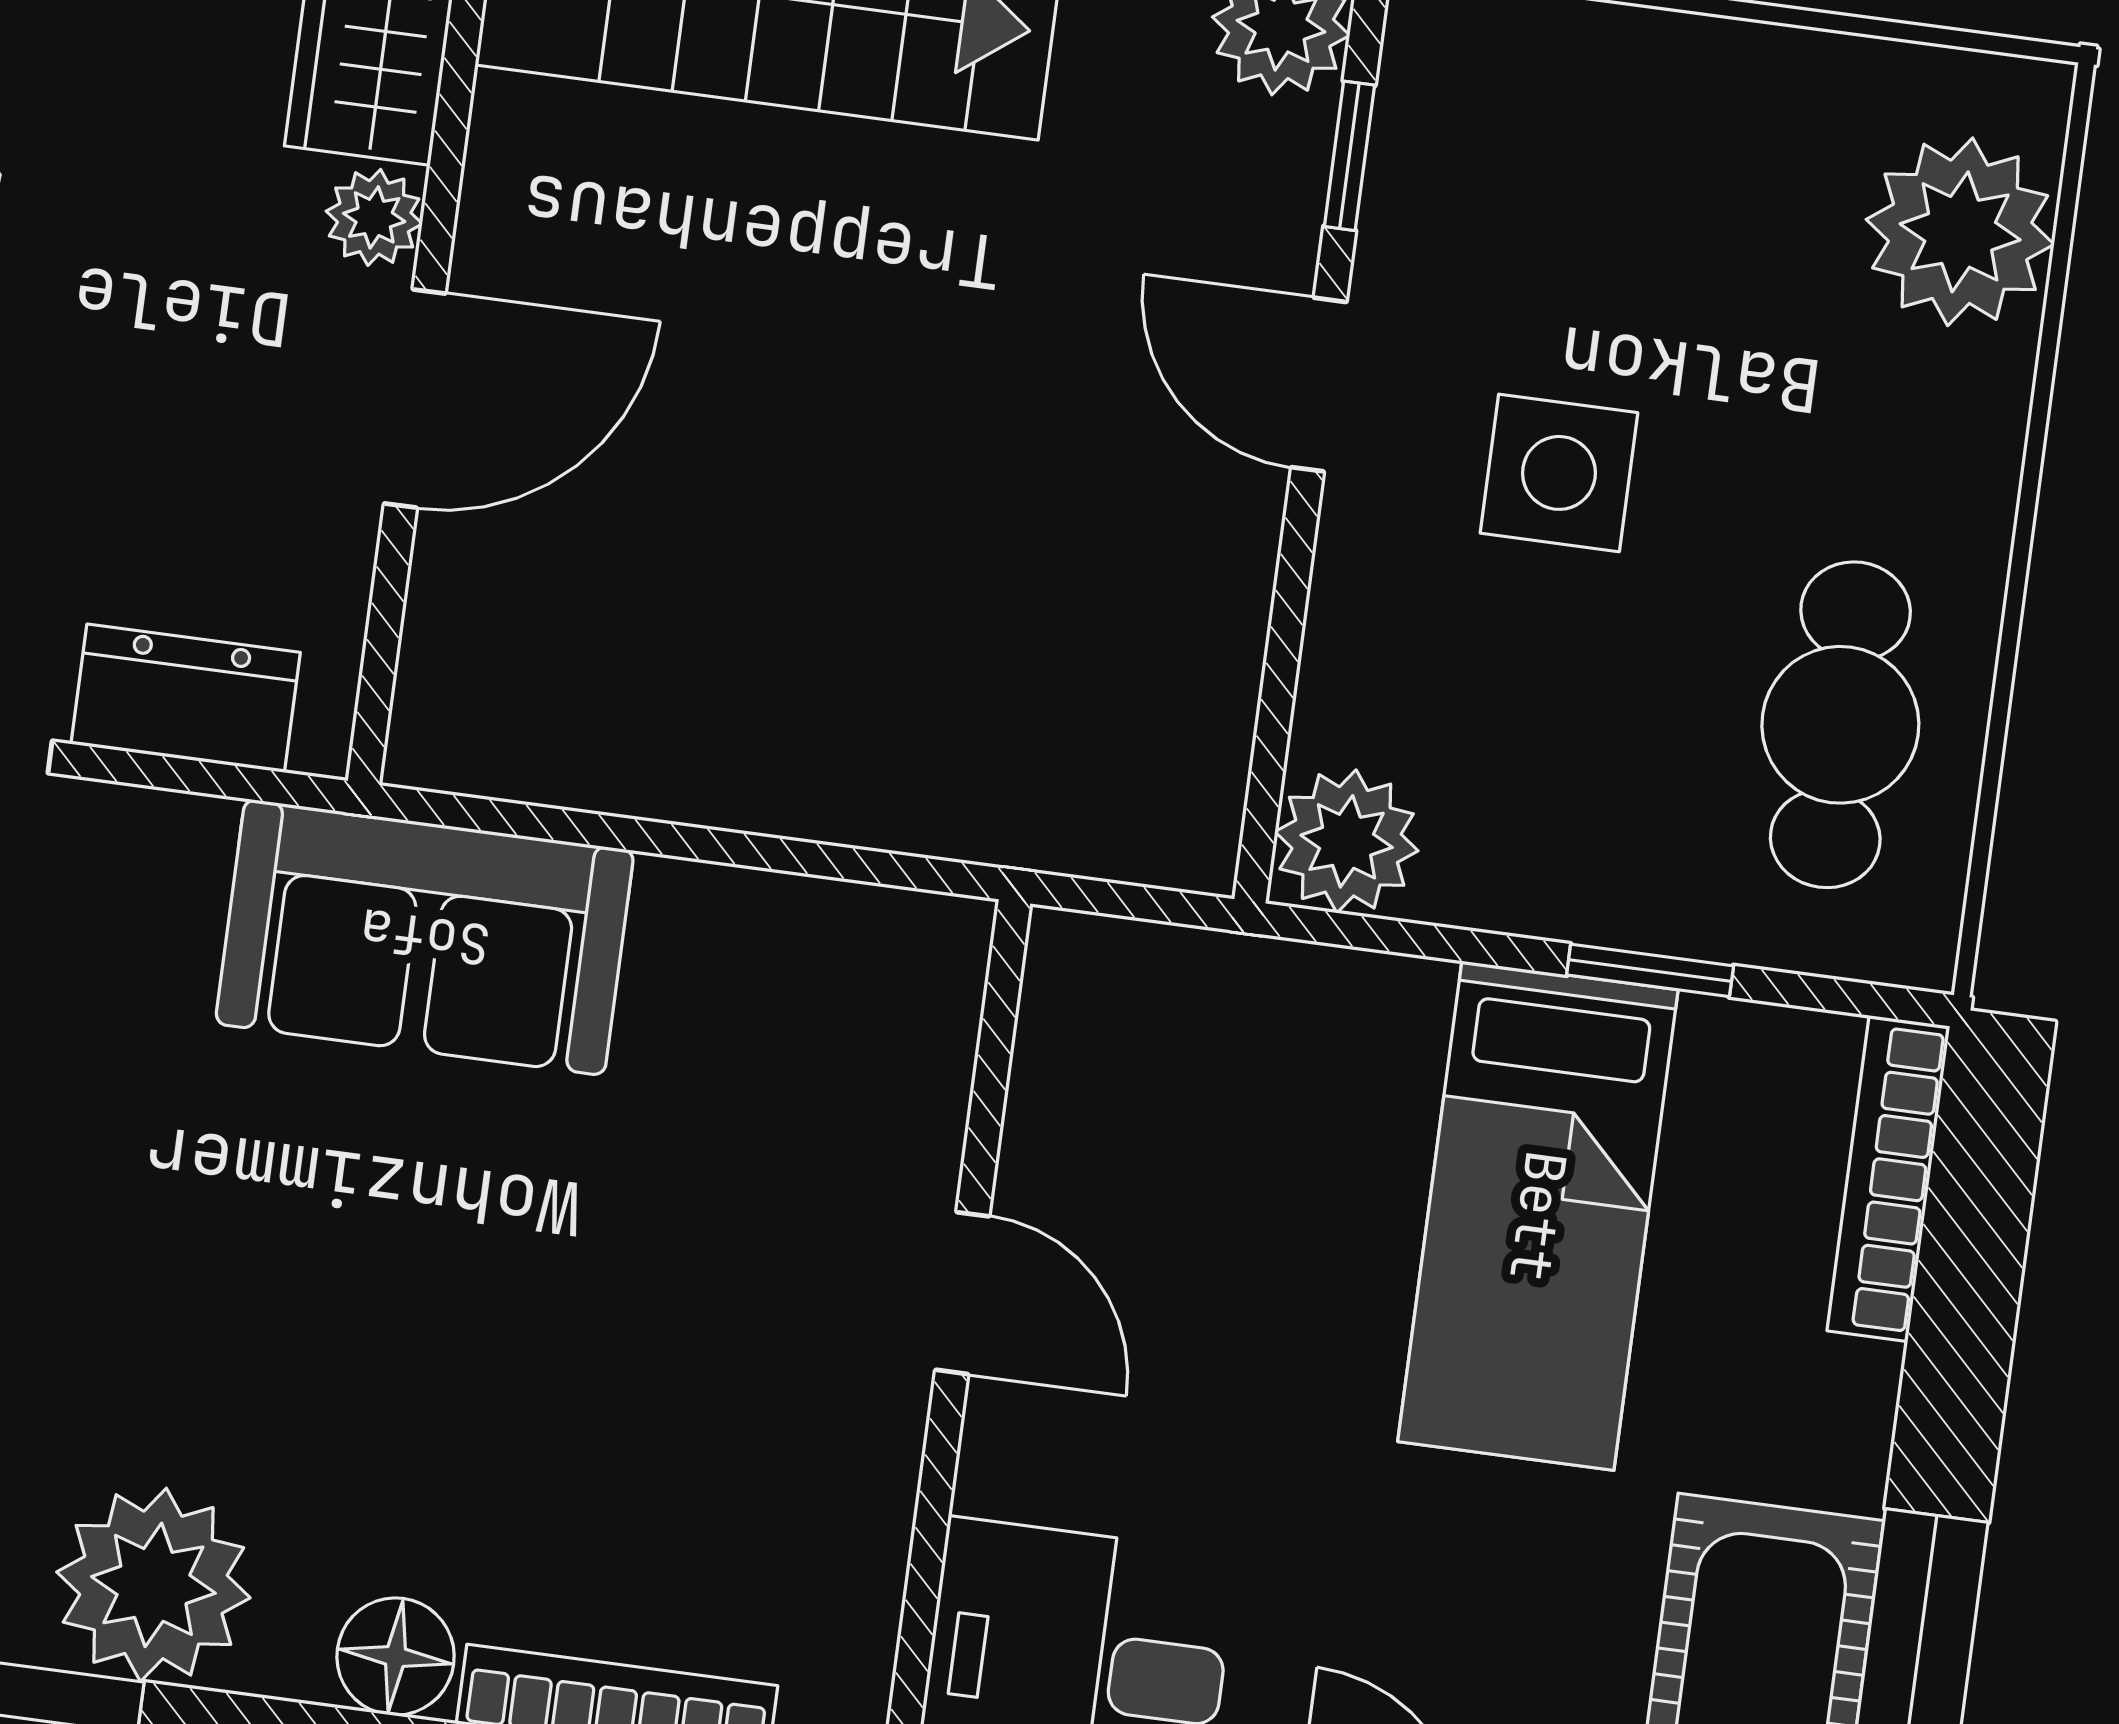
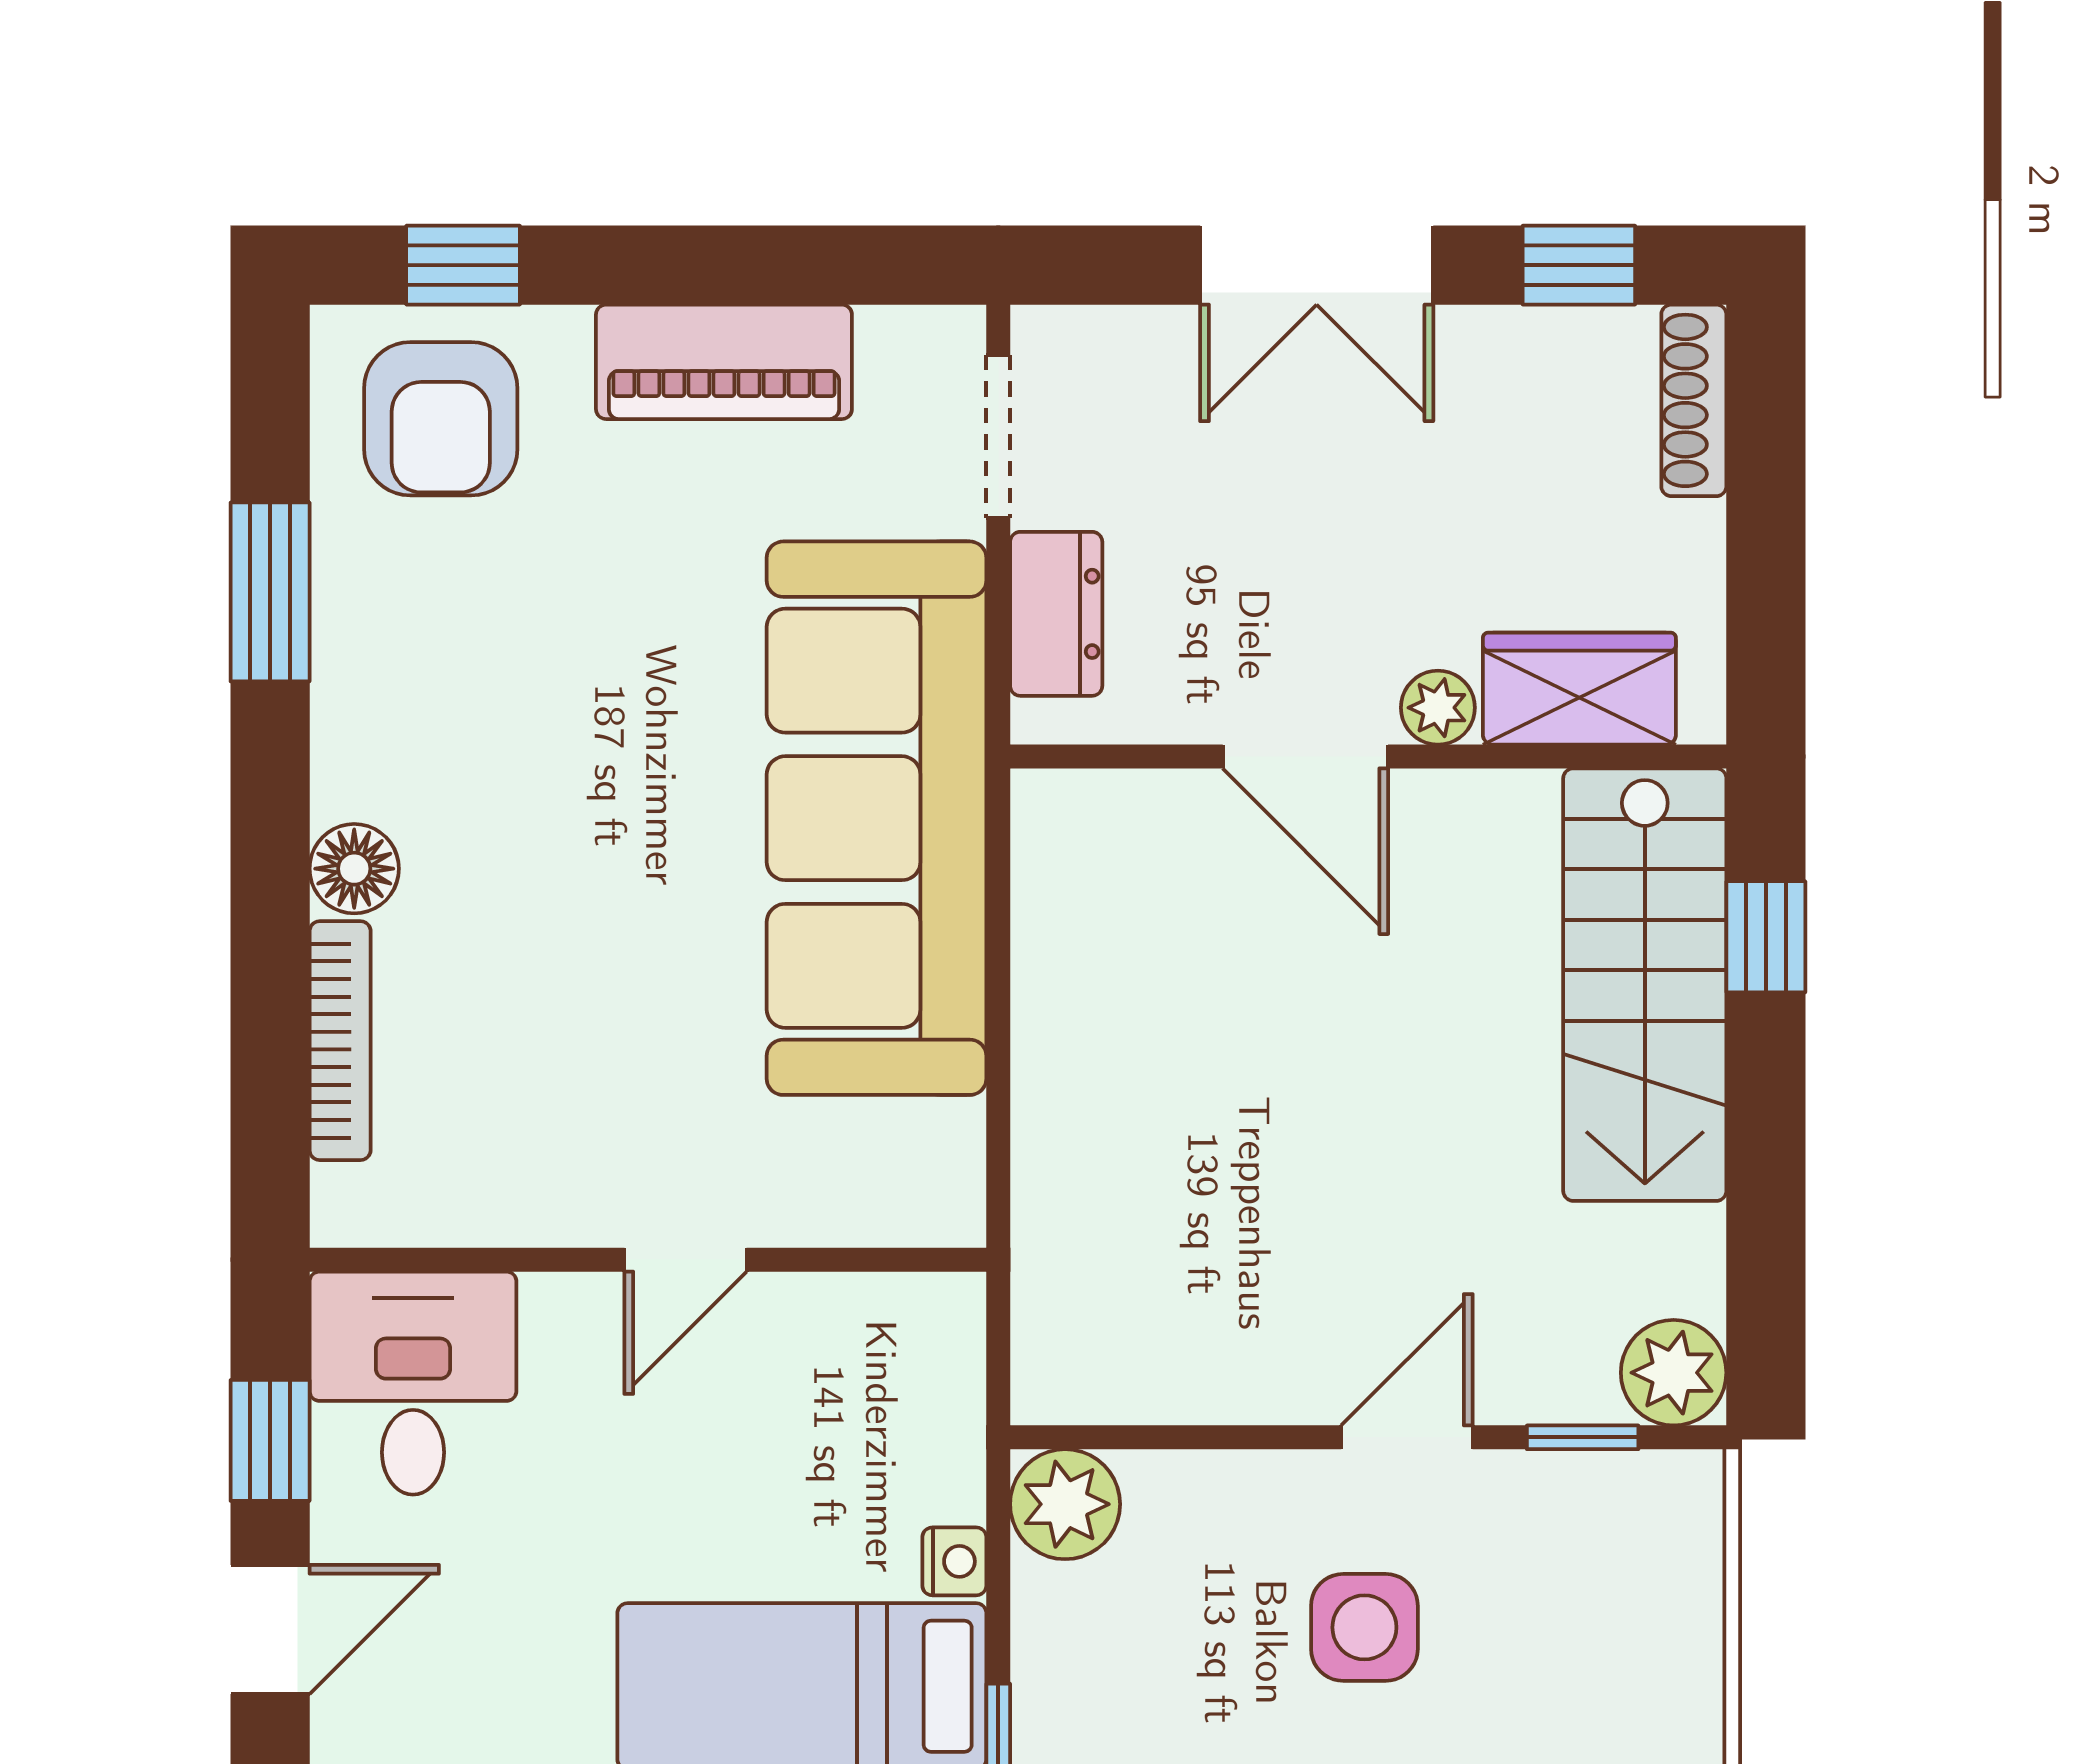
sofa: (425, 937) -> (877, 818), width x1.85, depth x1.27
nightstand: (1402, 995) -> (954, 1561), added
plant: (153, 1585) -> (384, 679), removed

